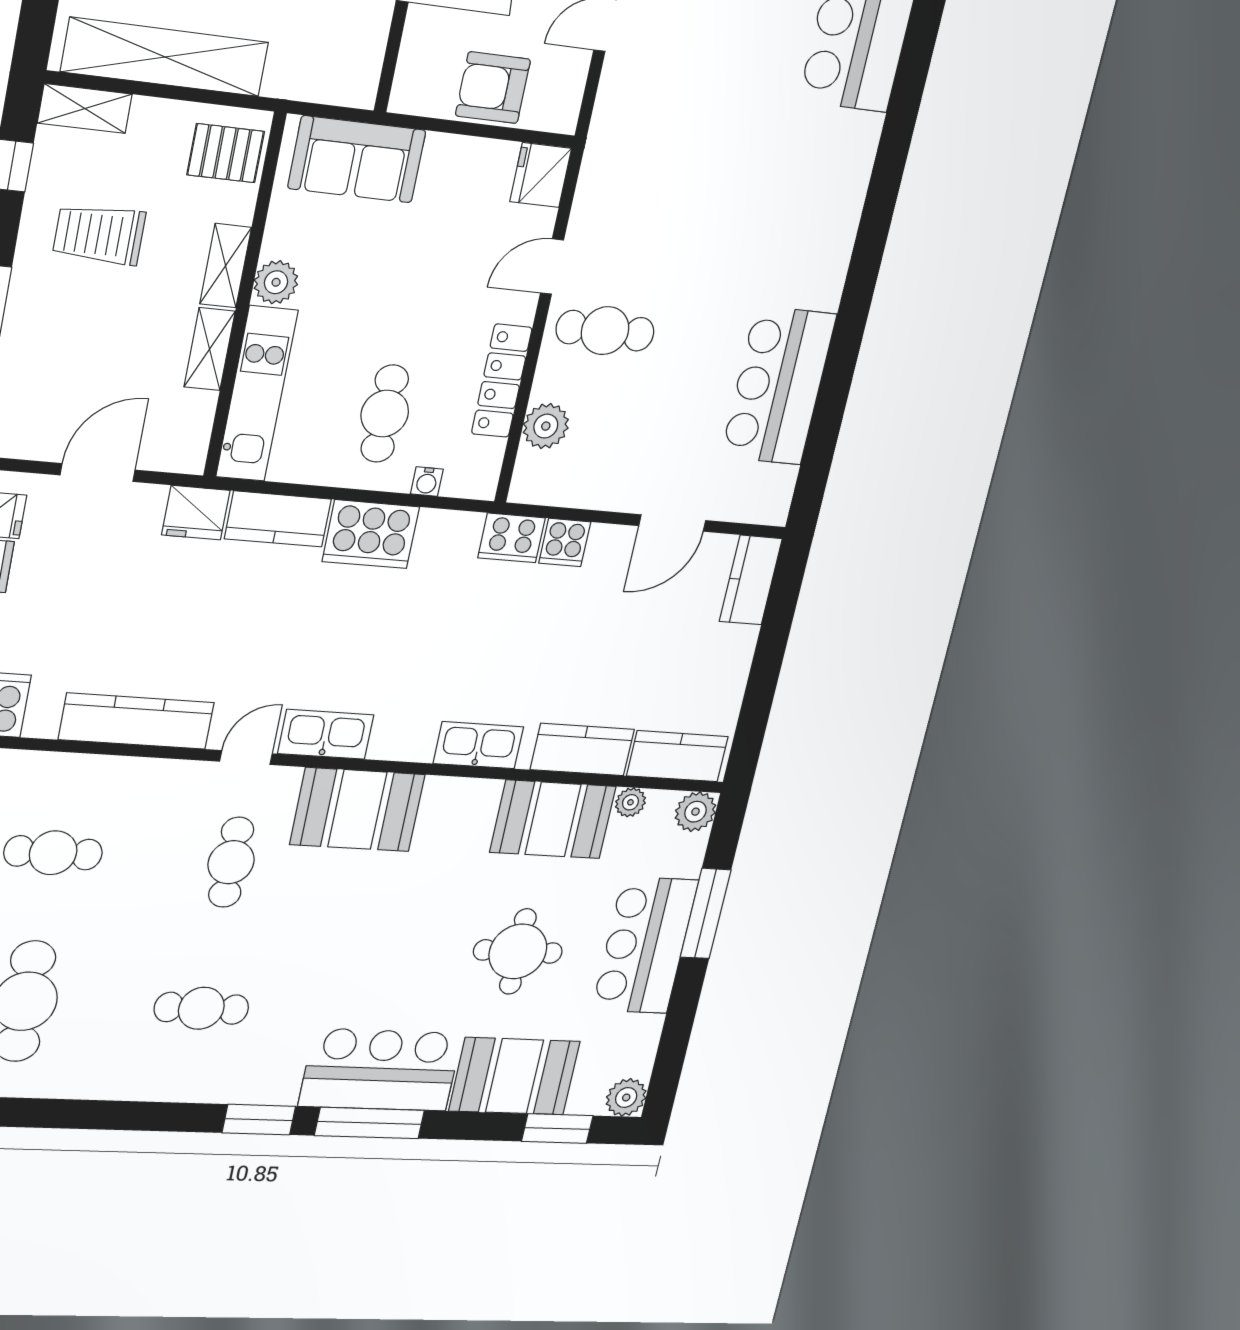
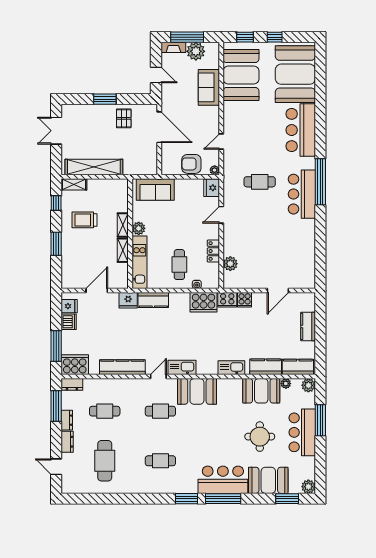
plant: (563, 118) -> (215, 170), added
pallet: (226, 153) -> (116, 192), removed
window: (882, 196) -> (320, 182), added
cafe table: (605, 331) -> (260, 182), moved
locker: (502, 381) -> (213, 251), width x0.66
bar counter: (778, 386) -> (302, 194), moved
cooker: (371, 534) -> (204, 302), moved
kitchen counter: (751, 580) -> (308, 326), moved
cafe table: (231, 862) -> (160, 411), turned 90

